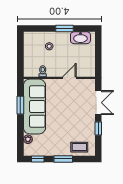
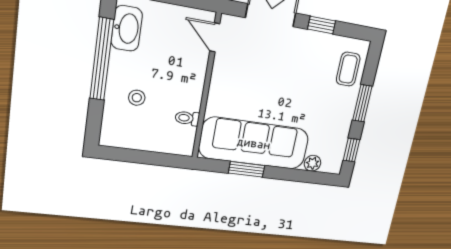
window: (65, 28) -> (102, 59), width x2.11
door: (69, 78) -> (215, 37), moved

